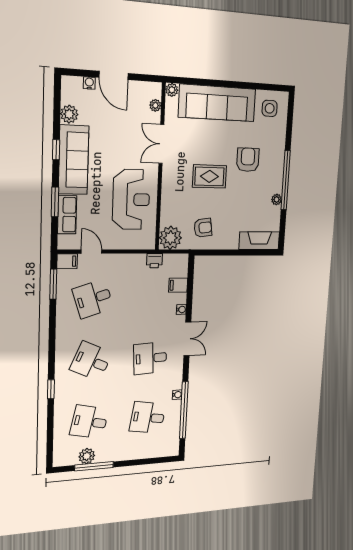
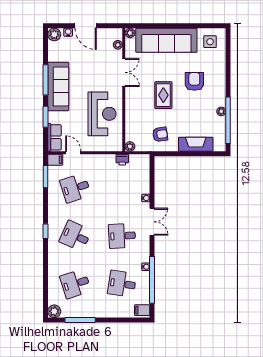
plant: (69, 114) -> (54, 35), moved
double door: (161, 144) -> (124, 72), swing flipped
window: (56, 150) -> (45, 80), width x2.17
rug: (209, 176) -> (163, 95), turned 90
window: (286, 180) -> (228, 120), moved
row of seats: (67, 215) -> (54, 137), moved
plant: (170, 238) -> (130, 146), width x0.53, depth x0.53
fireplace: (259, 241) -> (196, 144), moved
filing cabinet: (178, 285) -> (142, 310), moved
window: (51, 389) -> (45, 231), moved
desk: (89, 422) -> (75, 284), turned -30
plant: (87, 456) -> (54, 311), moved

